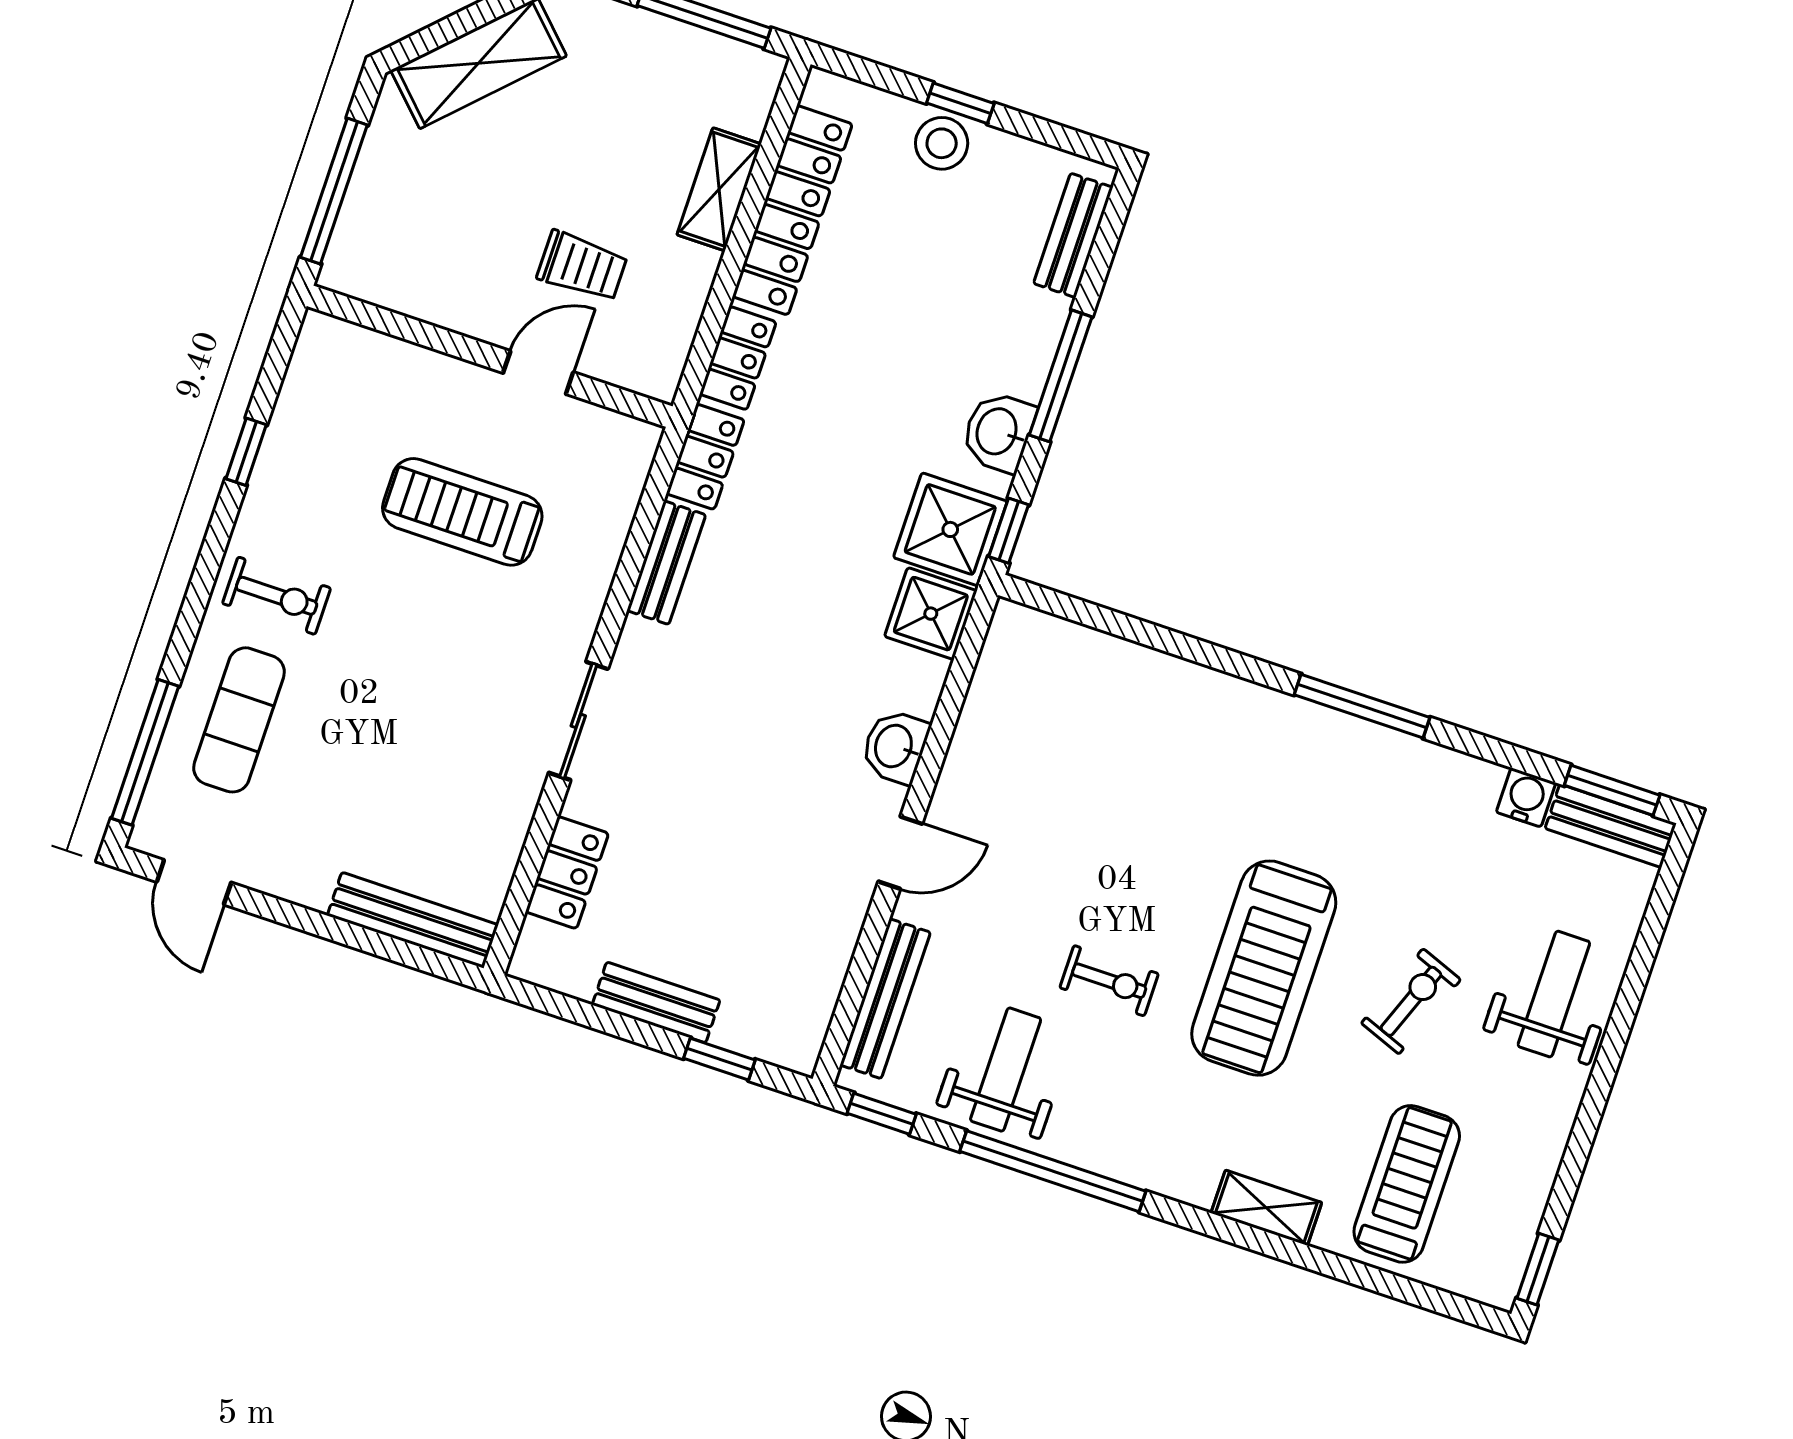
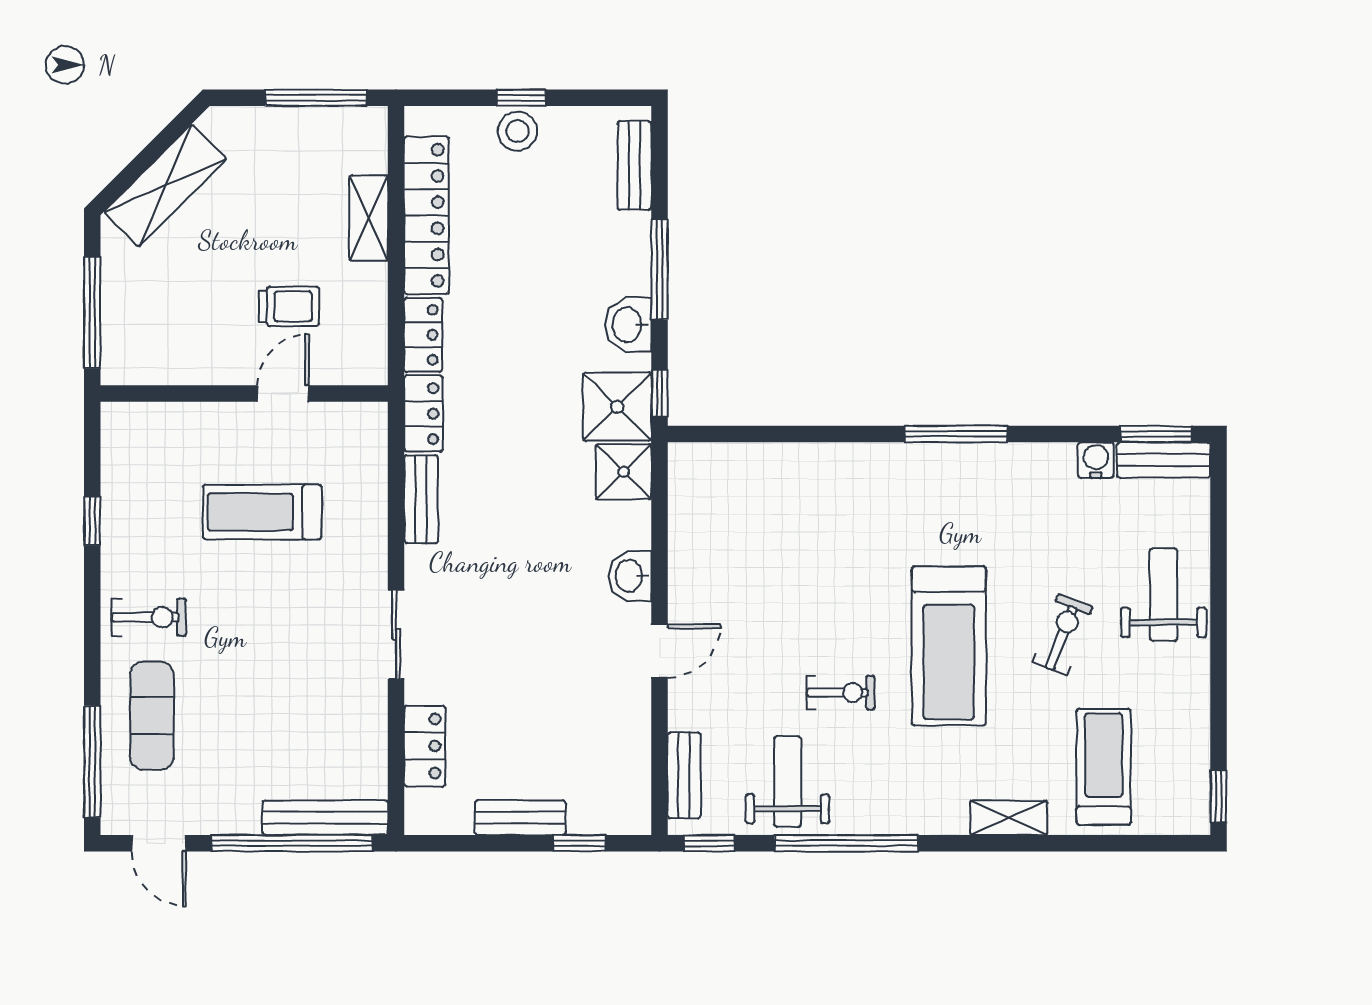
window: (360, 938) -> (292, 843), added
bench: (885, 999) -> (684, 775), width x0.73

